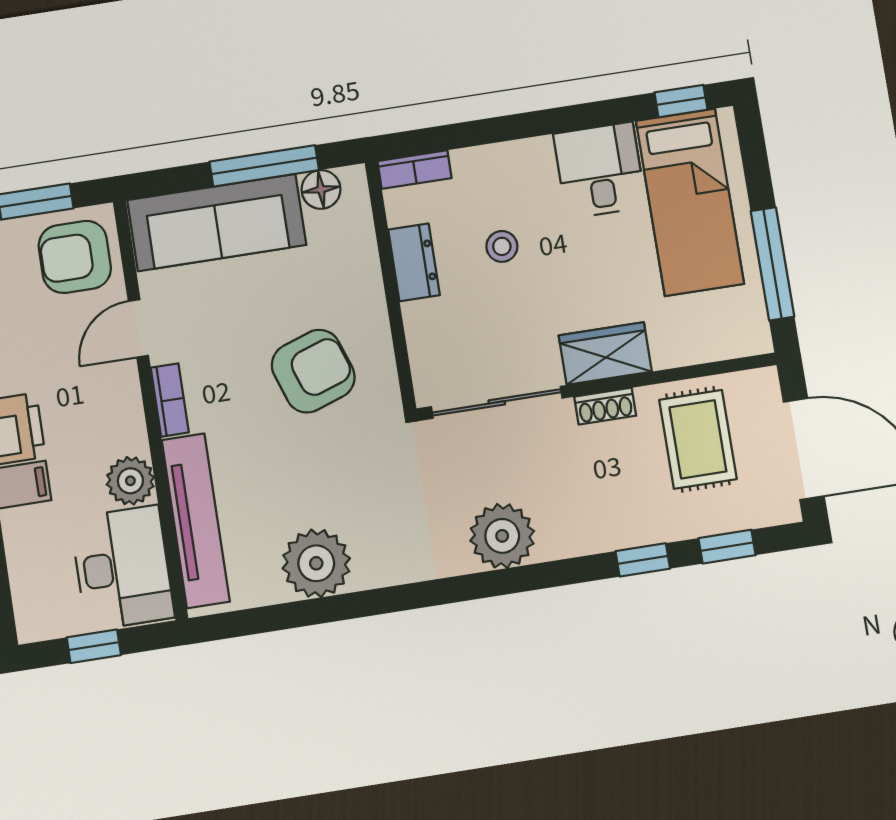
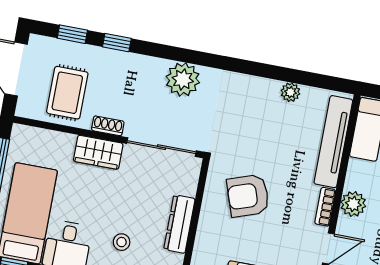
stool: (502, 246) -> (122, 242), moved
dresser: (414, 262) -> (179, 224), width x1.44
plant: (130, 481) -> (353, 204), moved
plant: (316, 563) -> (290, 92), width x0.53, depth x0.53

